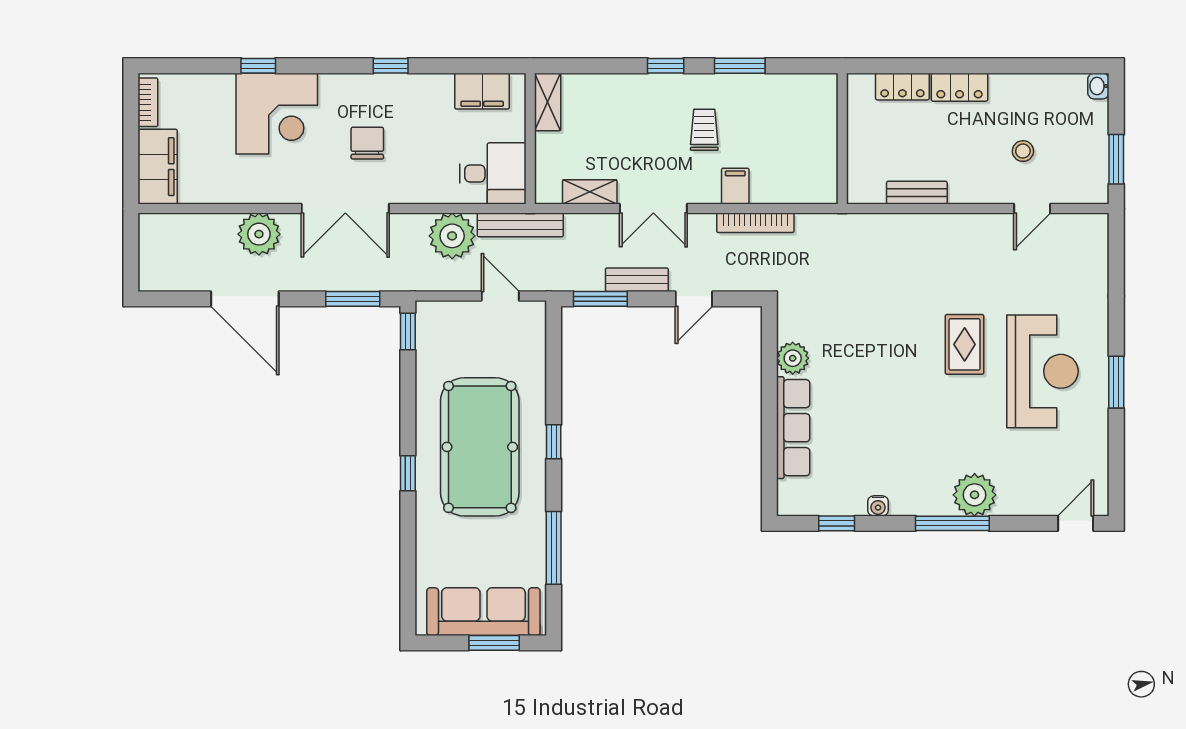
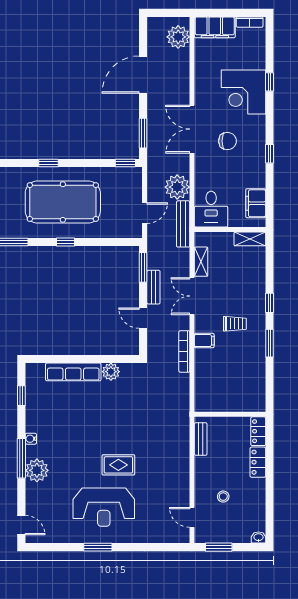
wall: (842, 139) -> (230, 414), moved
door: (1032, 209) -> (192, 517), moved
plant: (259, 234) -> (178, 37), moved
water cooler: (878, 506) -> (31, 439), moved

